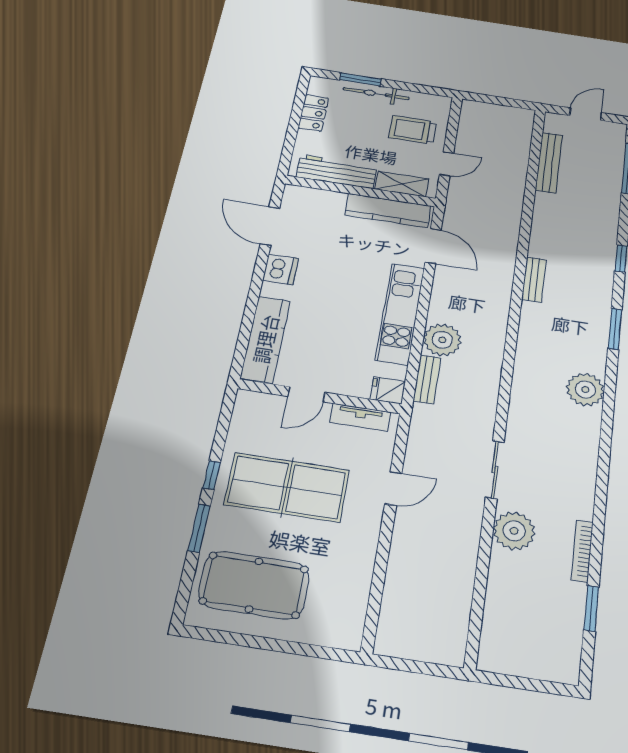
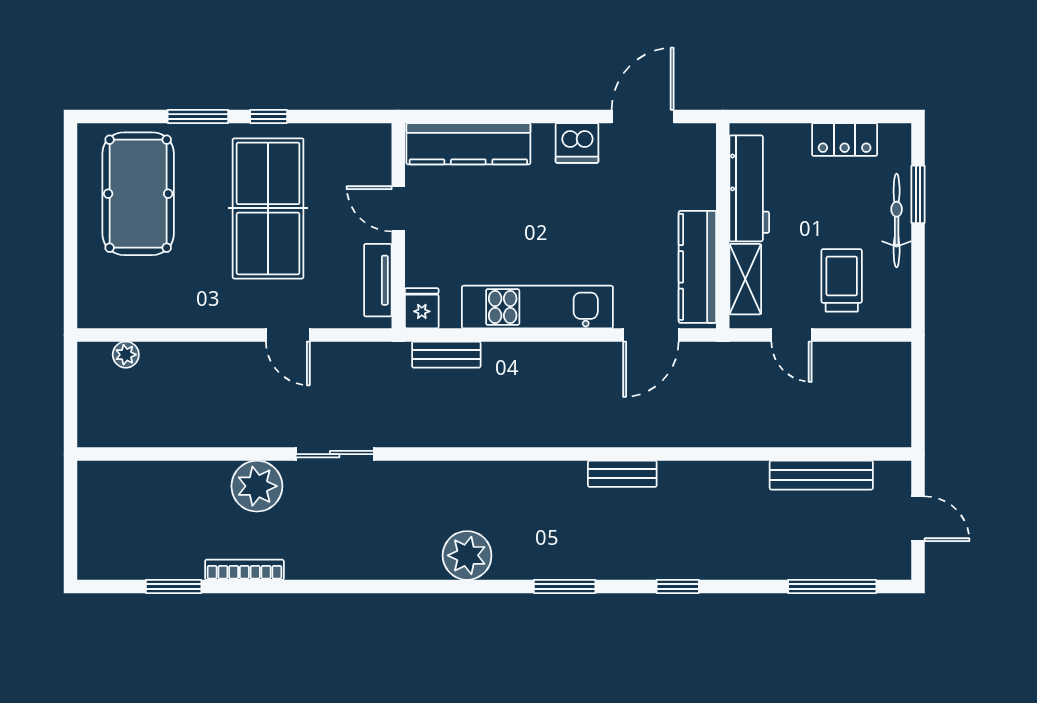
plant: (442, 340) -> (126, 355), moved, width x0.53, depth x0.53

